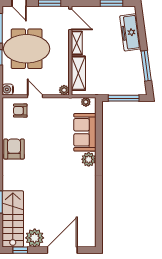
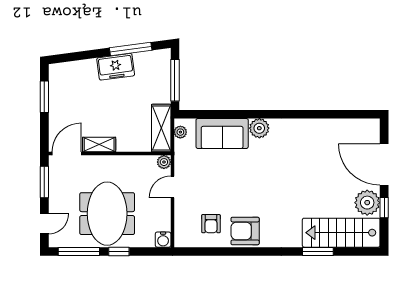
freezer: (130, 32) -> (116, 67), moved, width x0.71
shelving: (78, 73) -> (161, 128), moved, turned 90
door: (35, 96) -> (172, 187), moved
armchair: (20, 111) -> (211, 224), moved
window: (20, 250) -> (384, 208), moved

